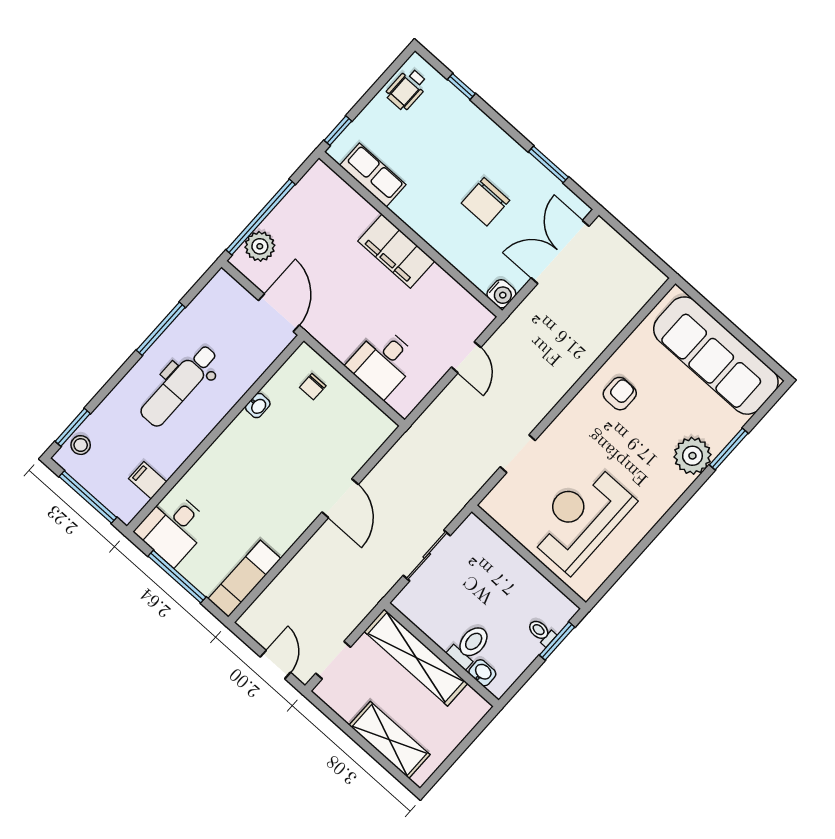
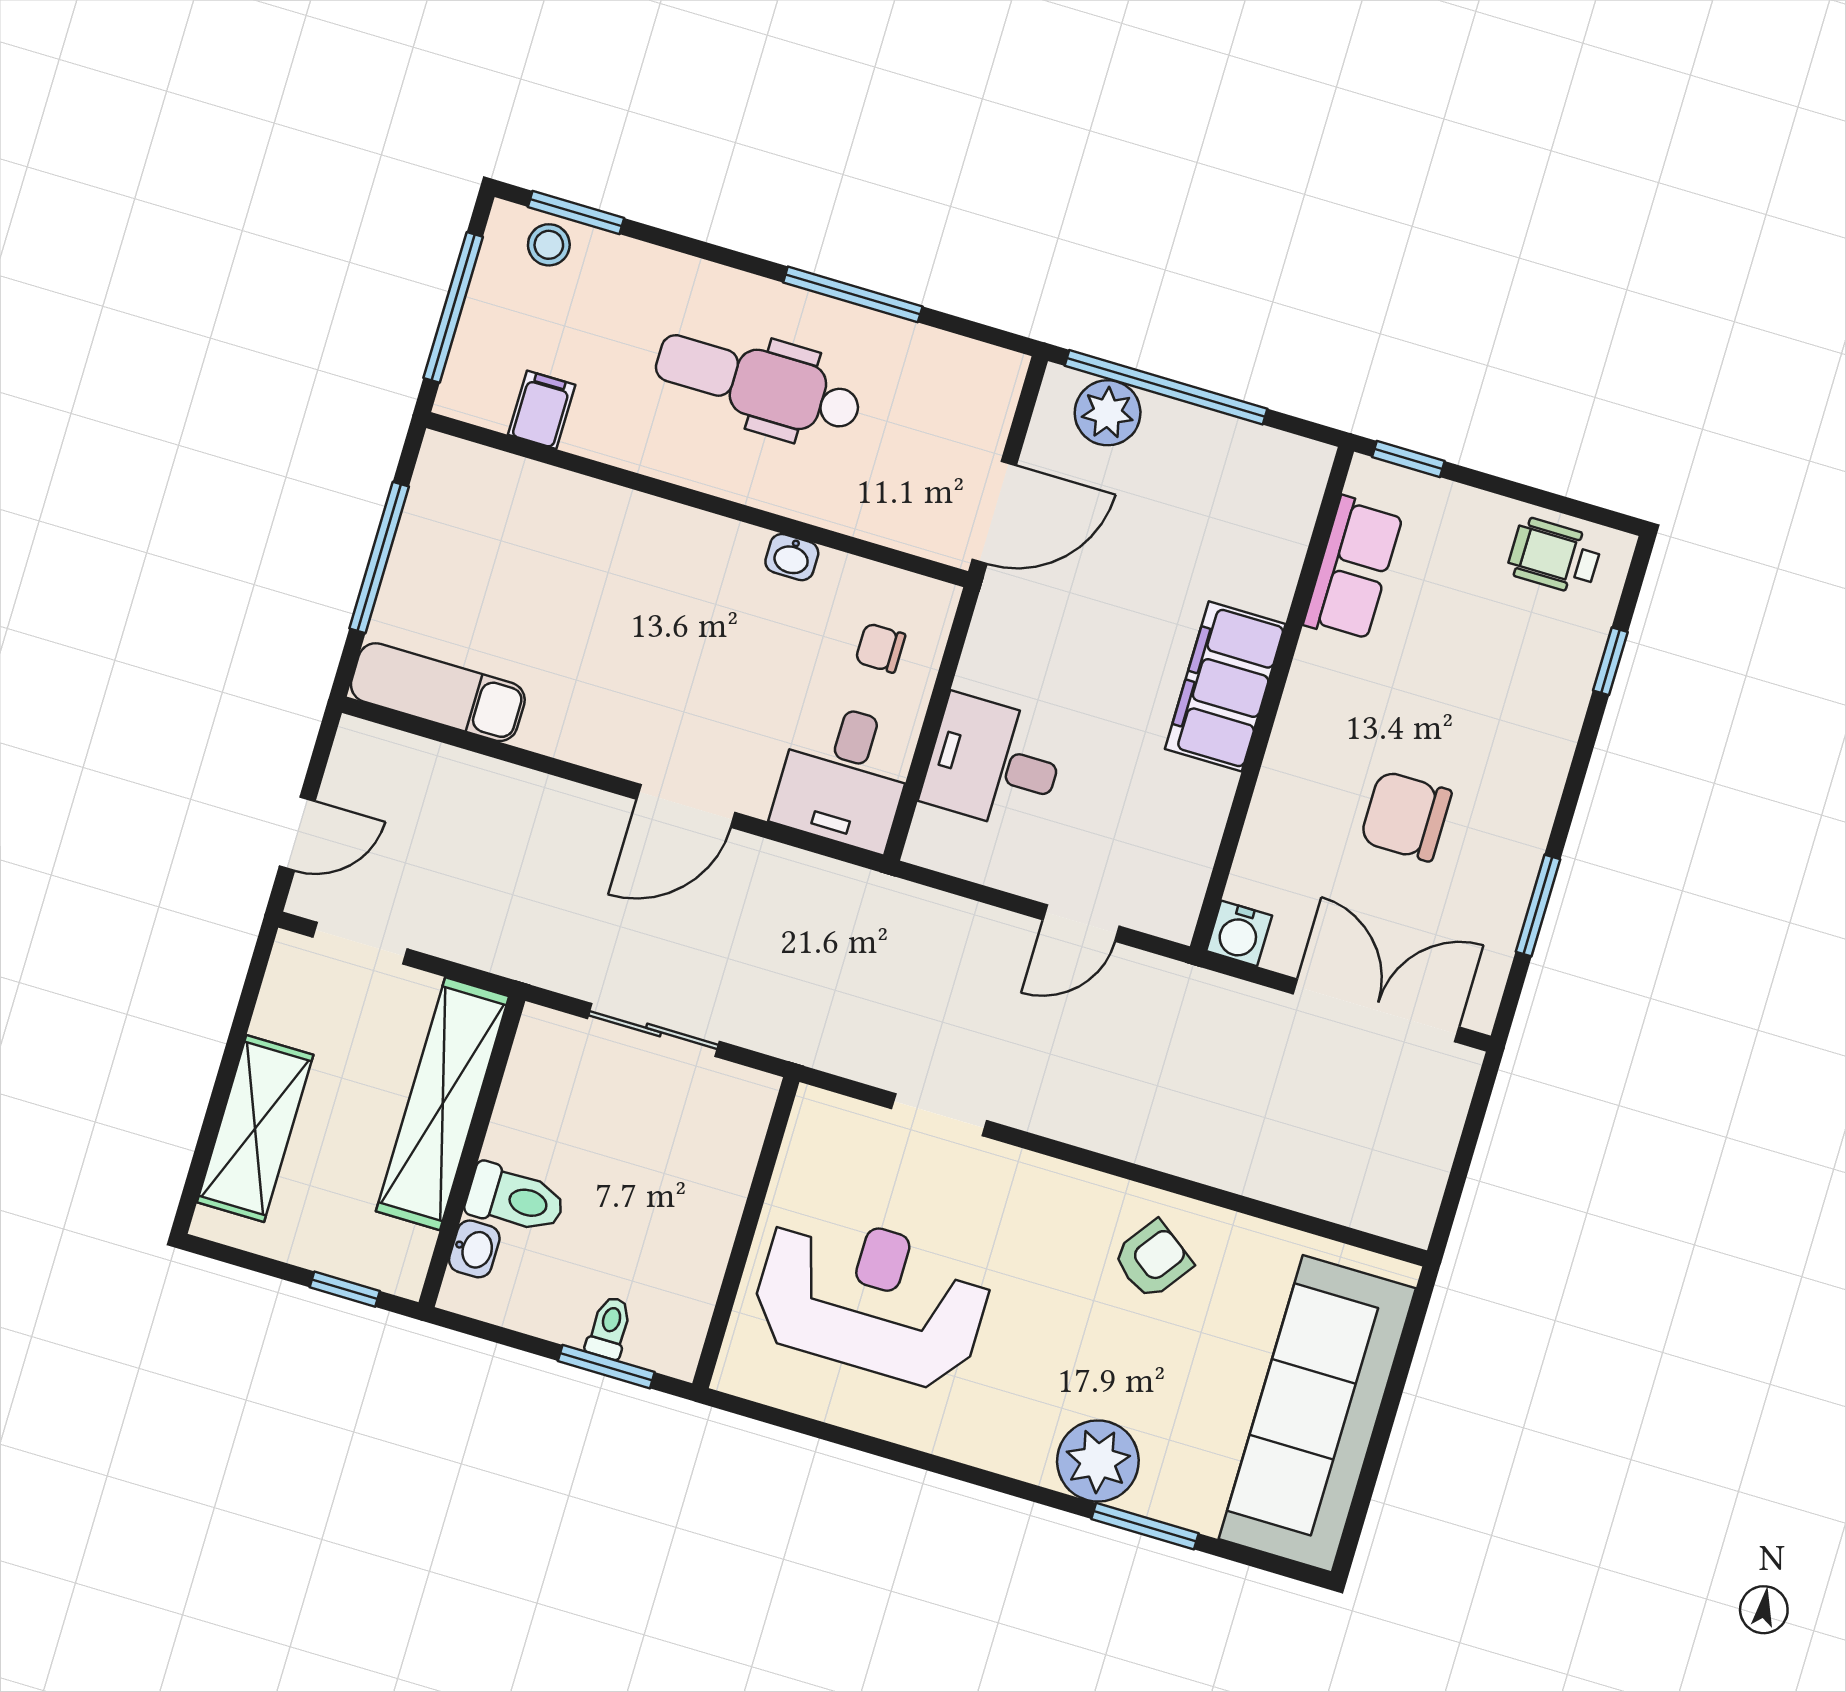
armchair: (620, 394) -> (1153, 1260), turned -54
desk: (173, 528) -> (844, 776), moved, turned -90
window: (474, 734) -> (345, 1289), added

